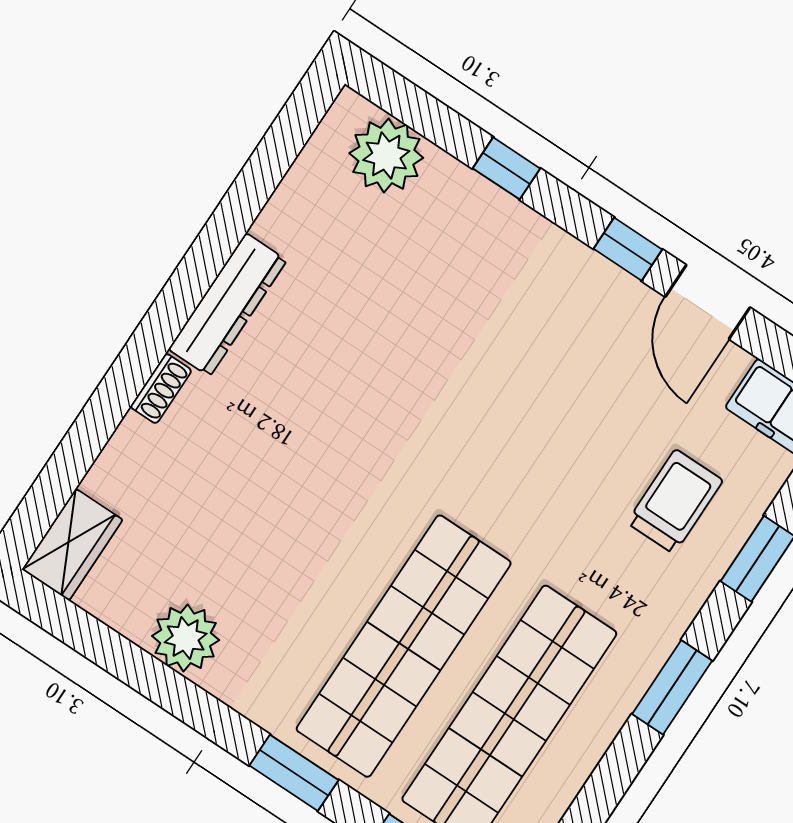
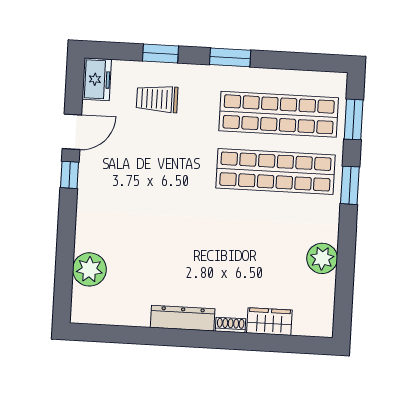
plant: (386, 156) -> (89, 269), moved
window: (506, 168) -> (66, 241), removed
wardrobe: (72, 545) -> (269, 322), moved

